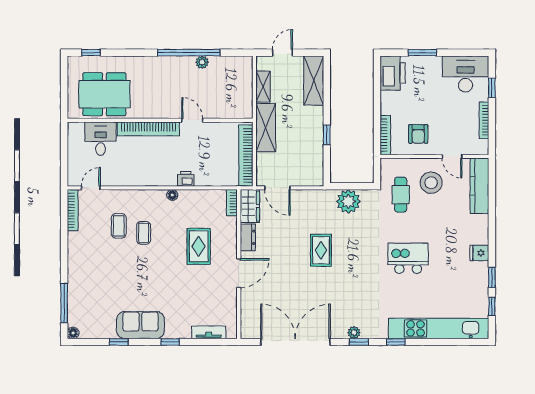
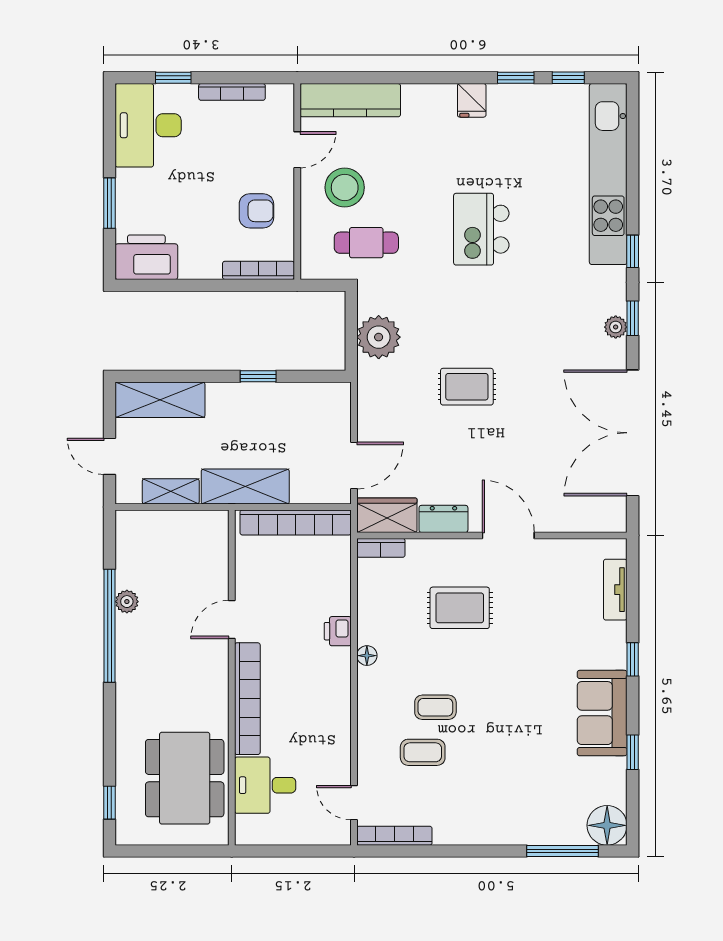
floor lamp: (73, 333) -> (607, 825), width x1.89, depth x1.89

